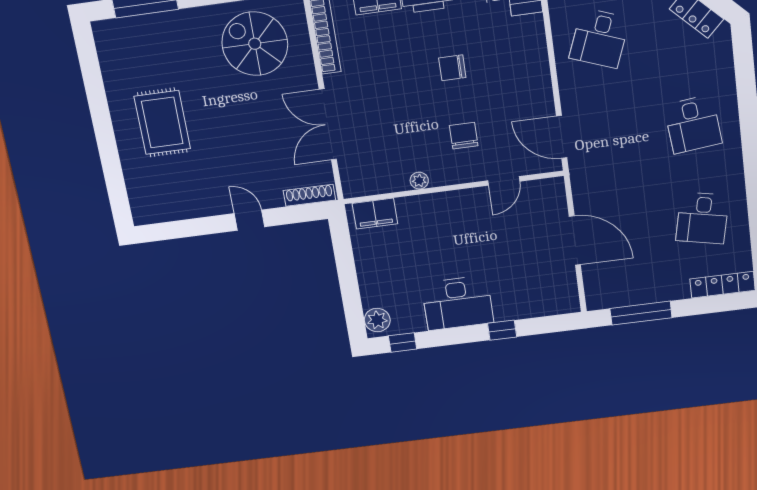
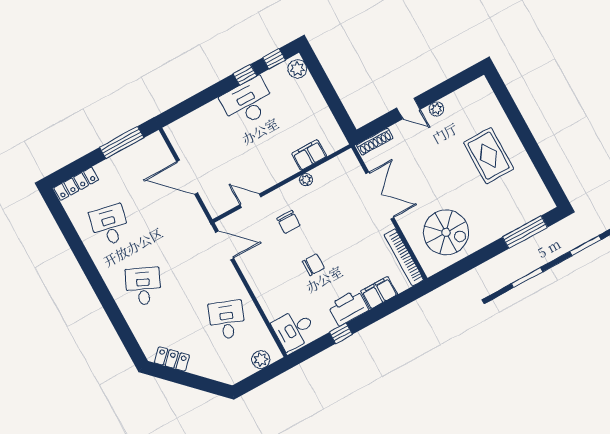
desk: (693, 124) -> (143, 286), turned 30
door: (504, 181) -> (250, 201), hinge flipped
plant: (212, 206) -> (436, 109), added
filing cabinet: (375, 214) -> (309, 155), moved
window: (502, 330) -> (245, 75), moved

